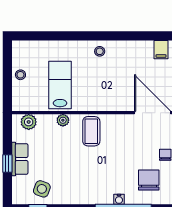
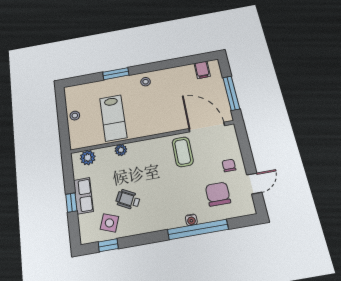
window: (70, 36) -> (116, 74), added
lab bench: (60, 85) -> (113, 118), turned 180
coffee table: (91, 131) -> (183, 152), moved
wheelchair: (63, 170) -> (128, 200), added

